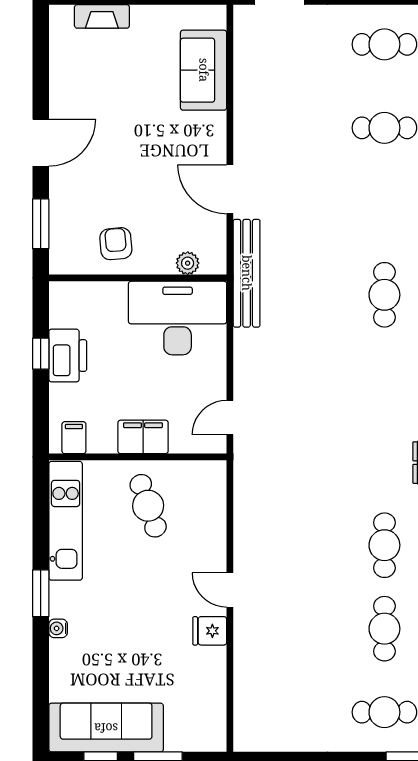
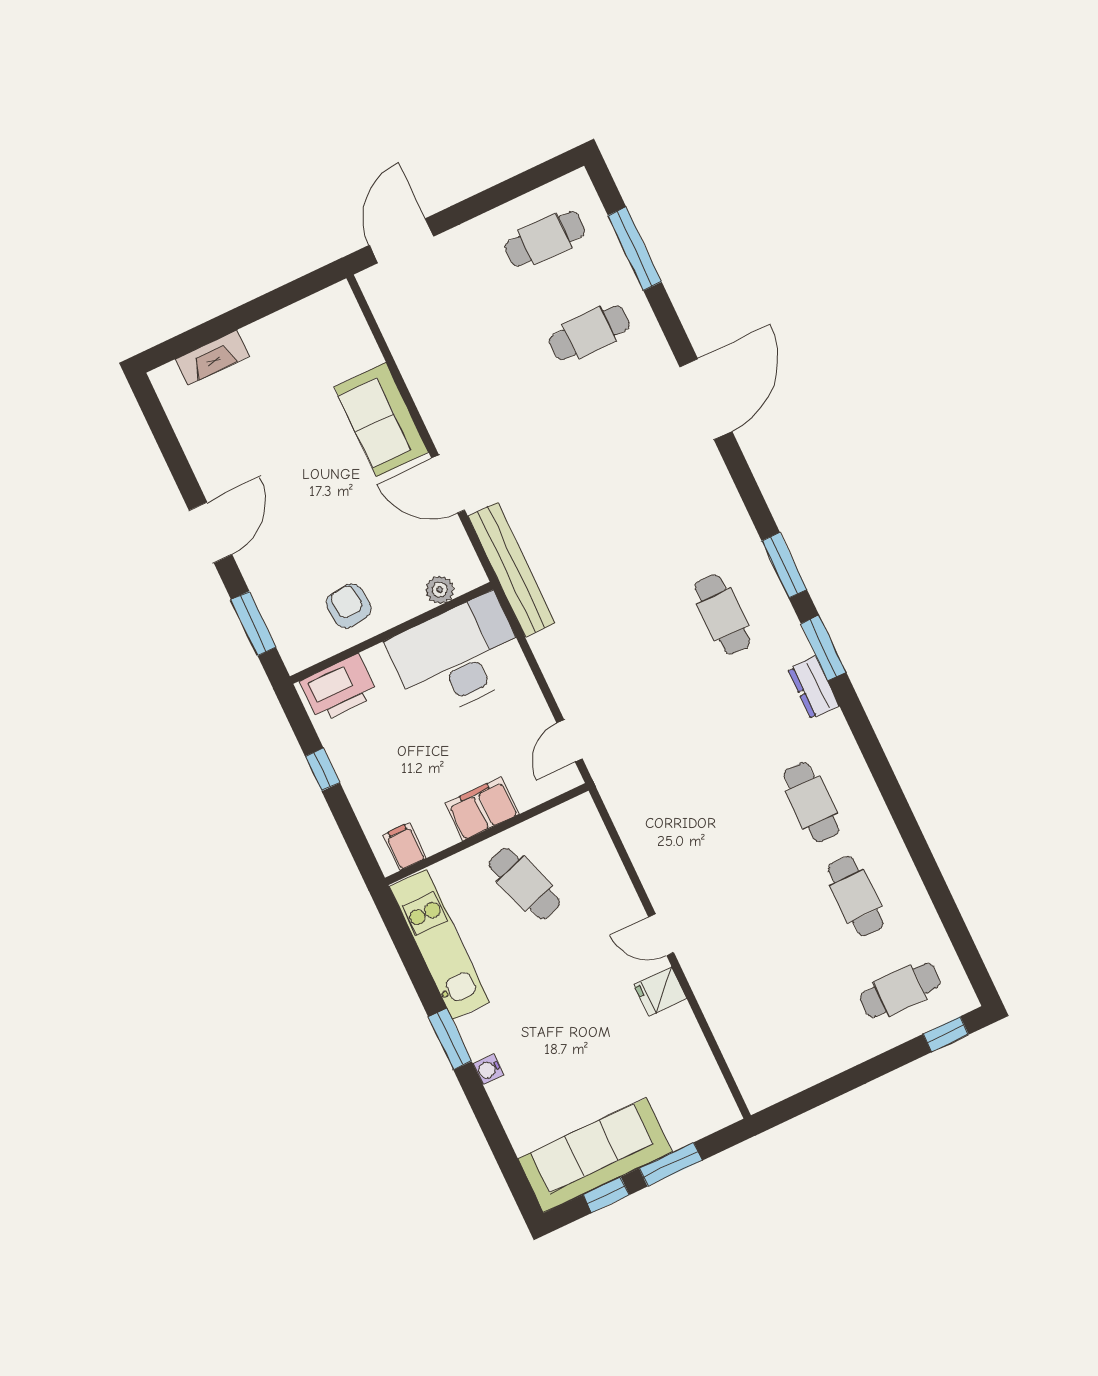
sofa: (204, 70) -> (381, 419), moved
cafe table: (384, 295) -> (722, 614), moved
printer: (68, 356) -> (339, 688), moved, turned 90

